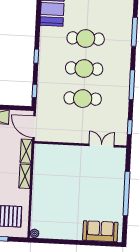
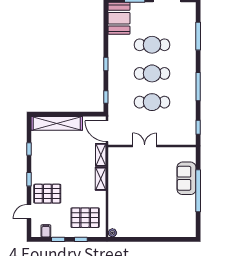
double door: (102, 146) -> (145, 146), moved
sofa: (100, 231) -> (187, 178), moved, turned -90

